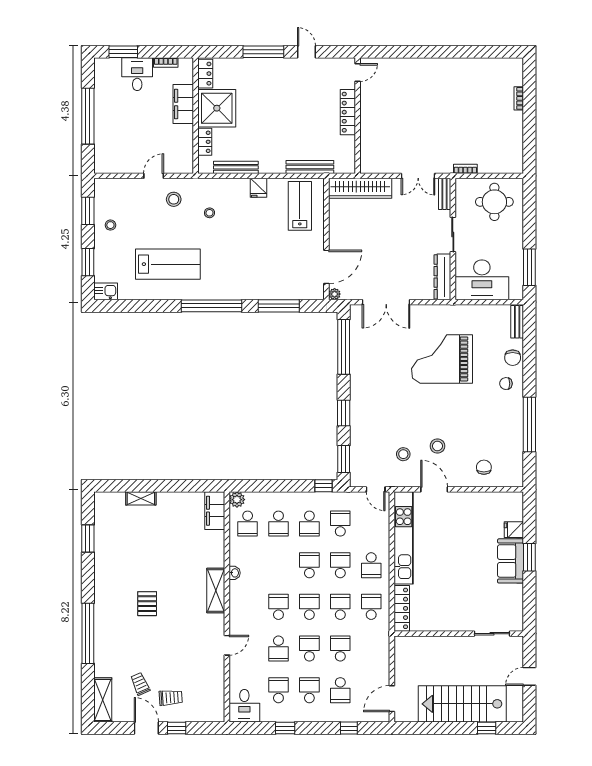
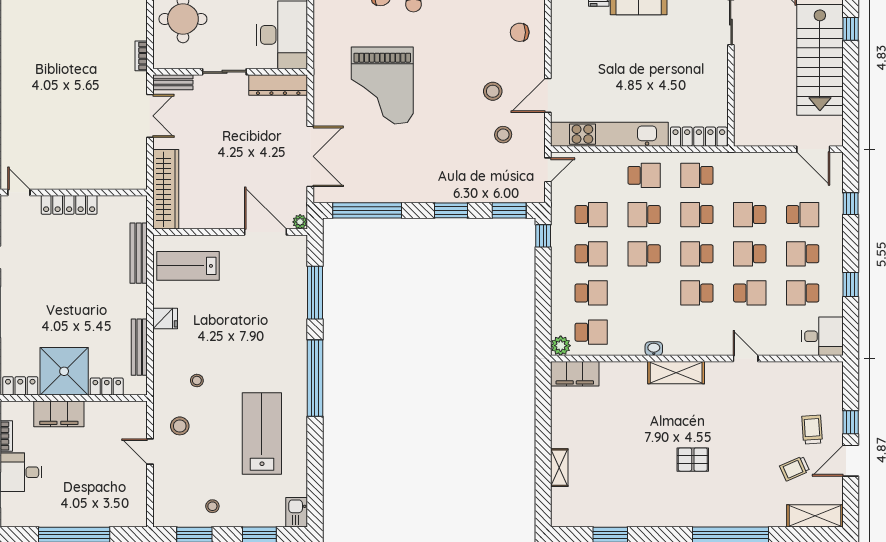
school desk: (340, 524) -> (591, 215), turned 180

